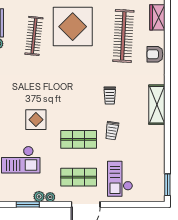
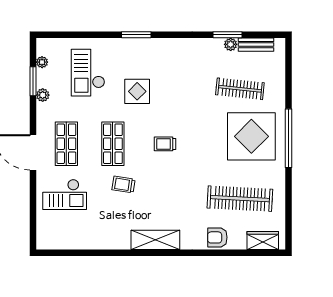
armchair: (155, 54) -> (217, 237), turned -90
trolley: (110, 96) -> (165, 144), moved
checkout: (120, 179) -> (65, 194), turned 180
window: (167, 185) -> (57, 253), removed
plant: (50, 197) -> (42, 62), moved

